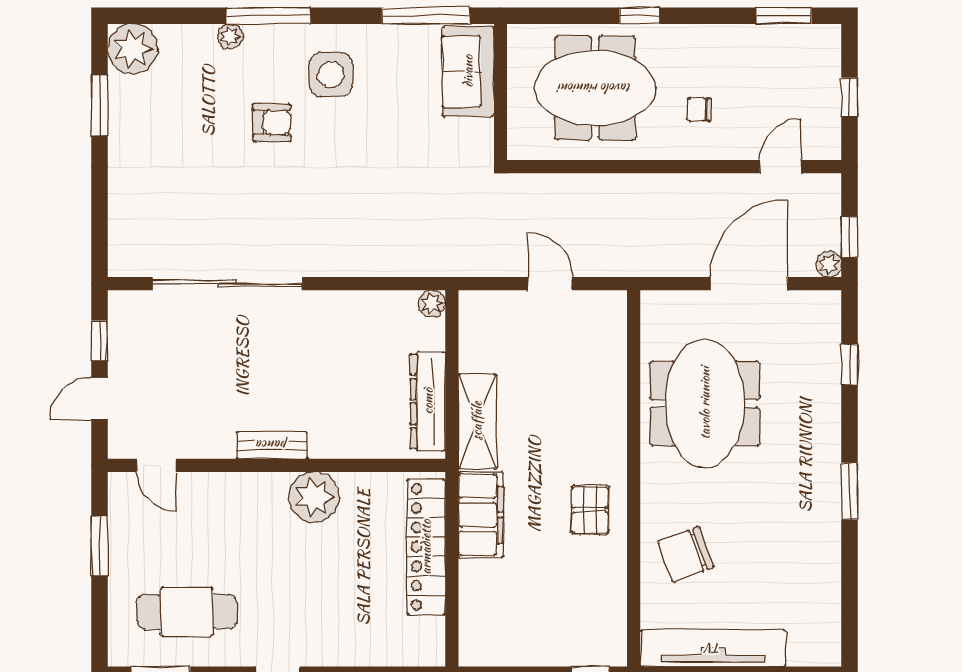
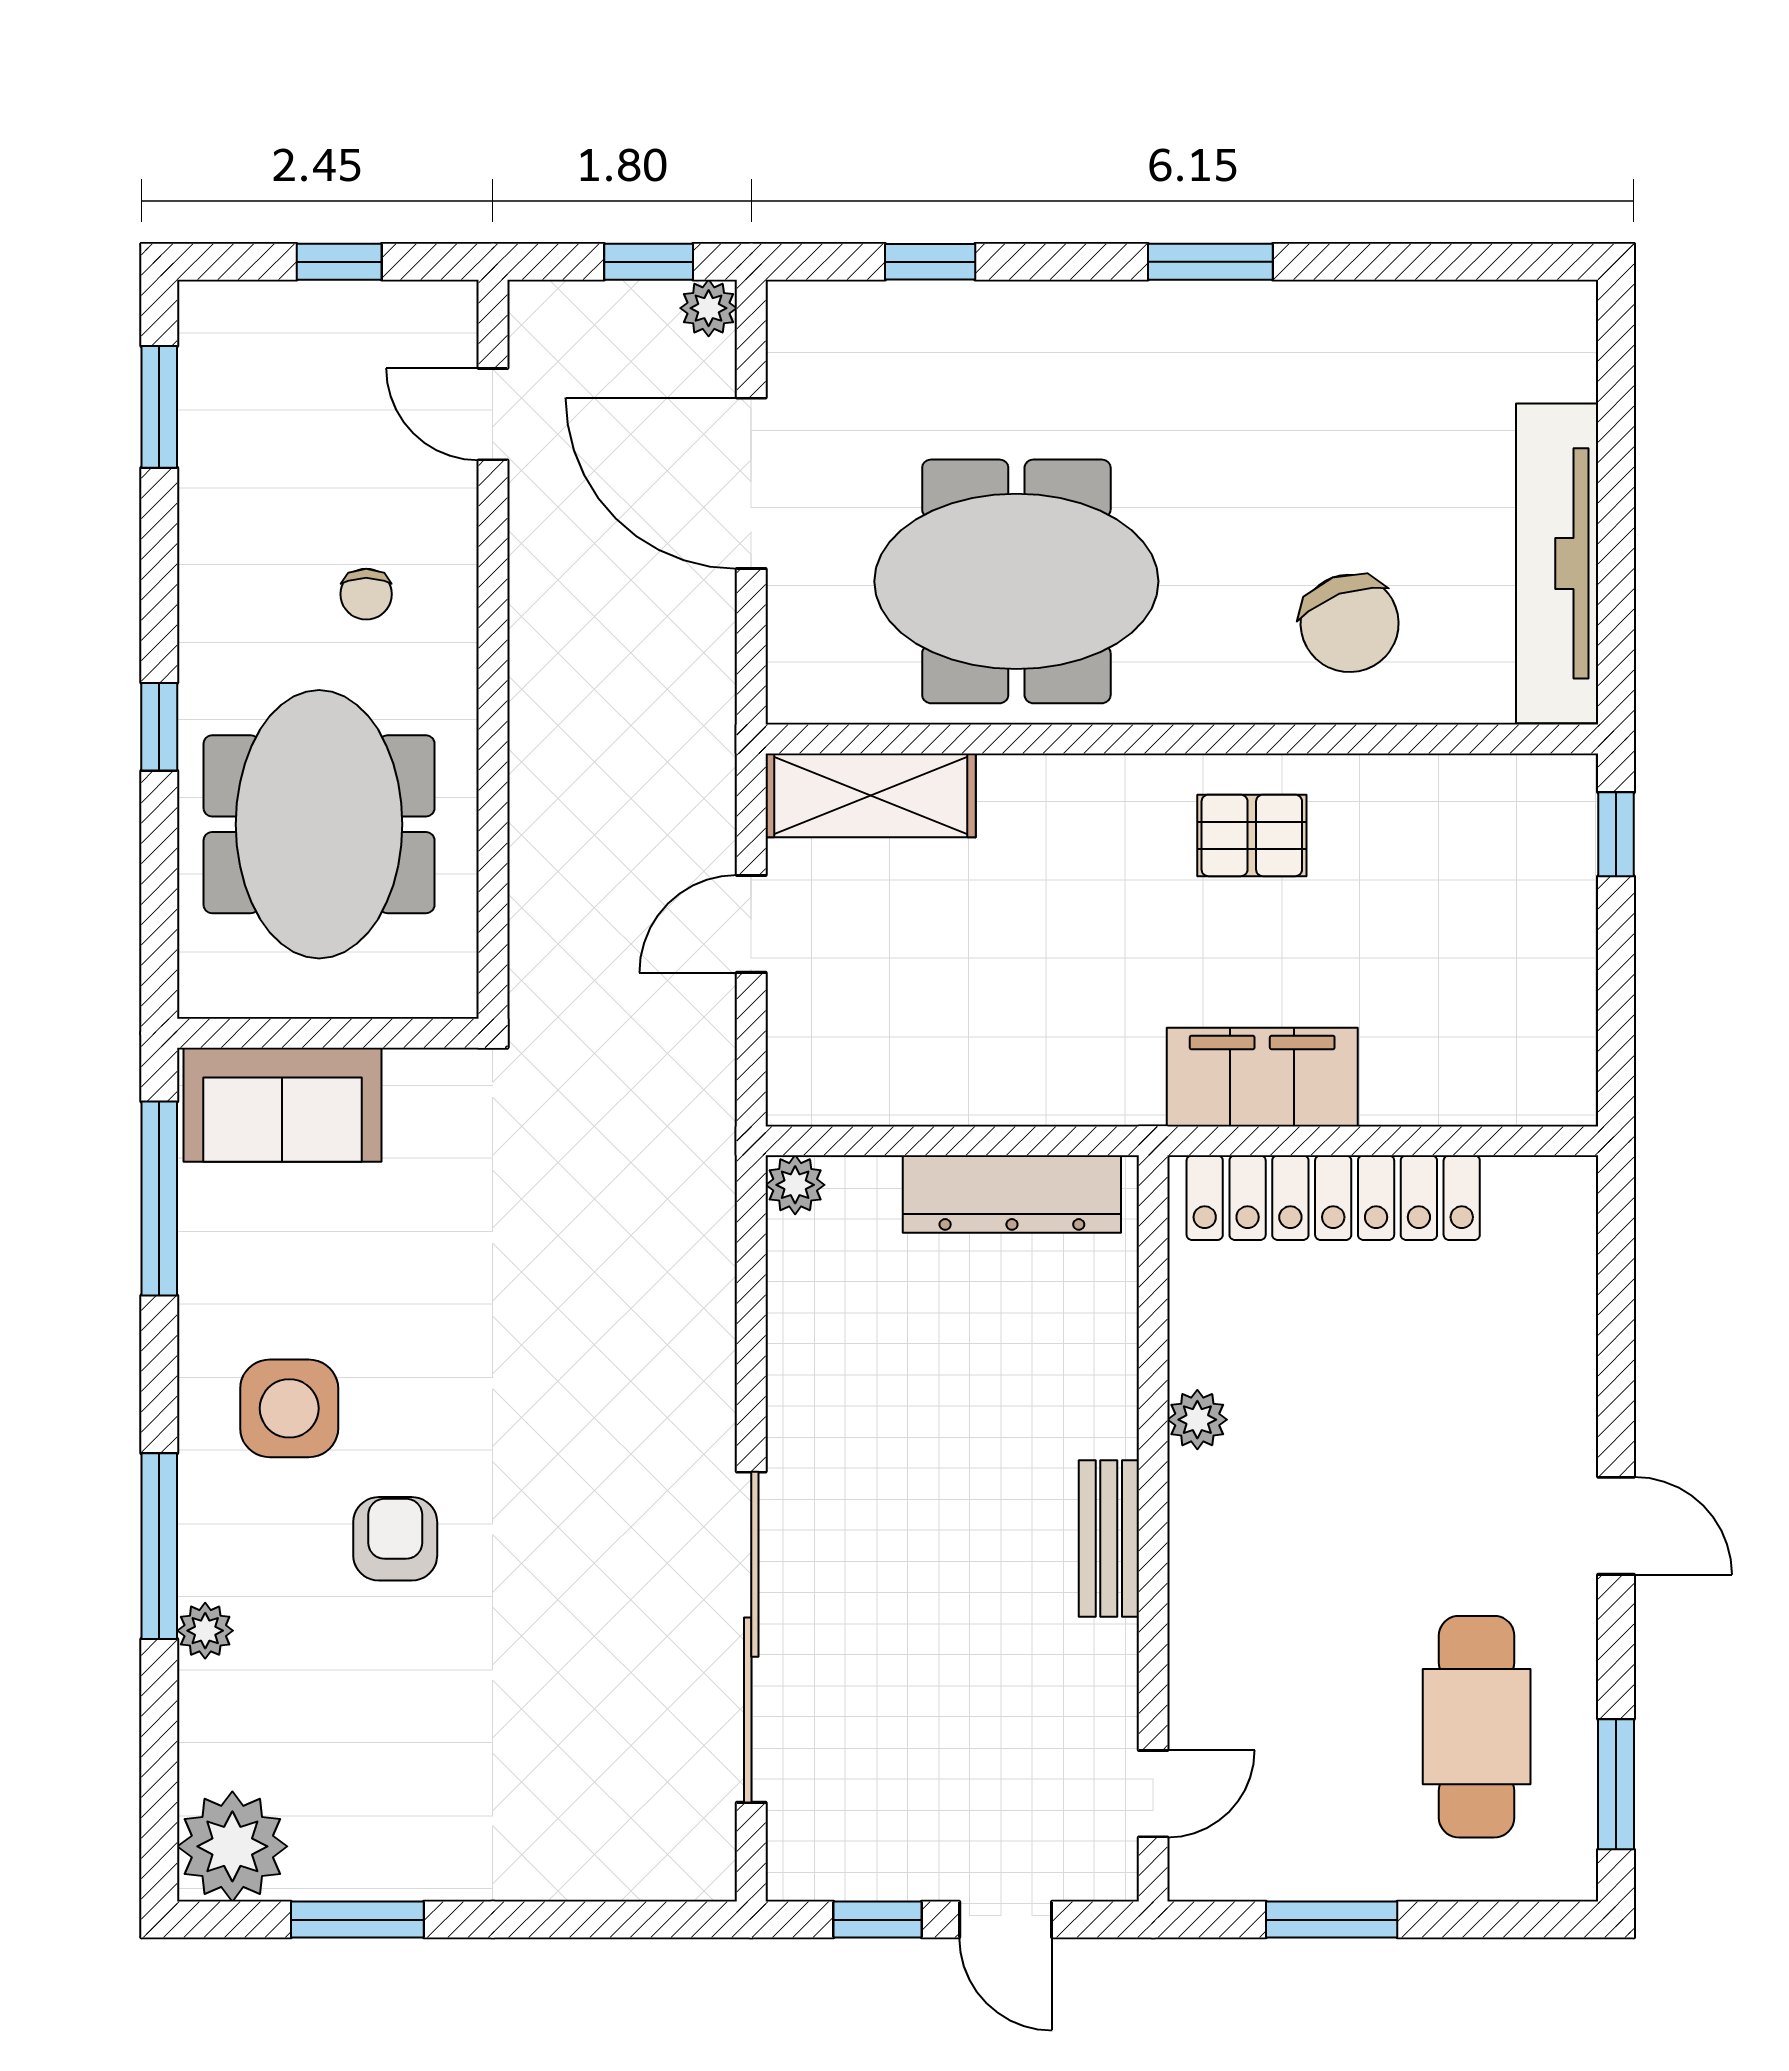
shelving: (477, 421) -> (871, 795), moved
plant: (314, 497) -> (1197, 1420), width x0.53, depth x0.53

